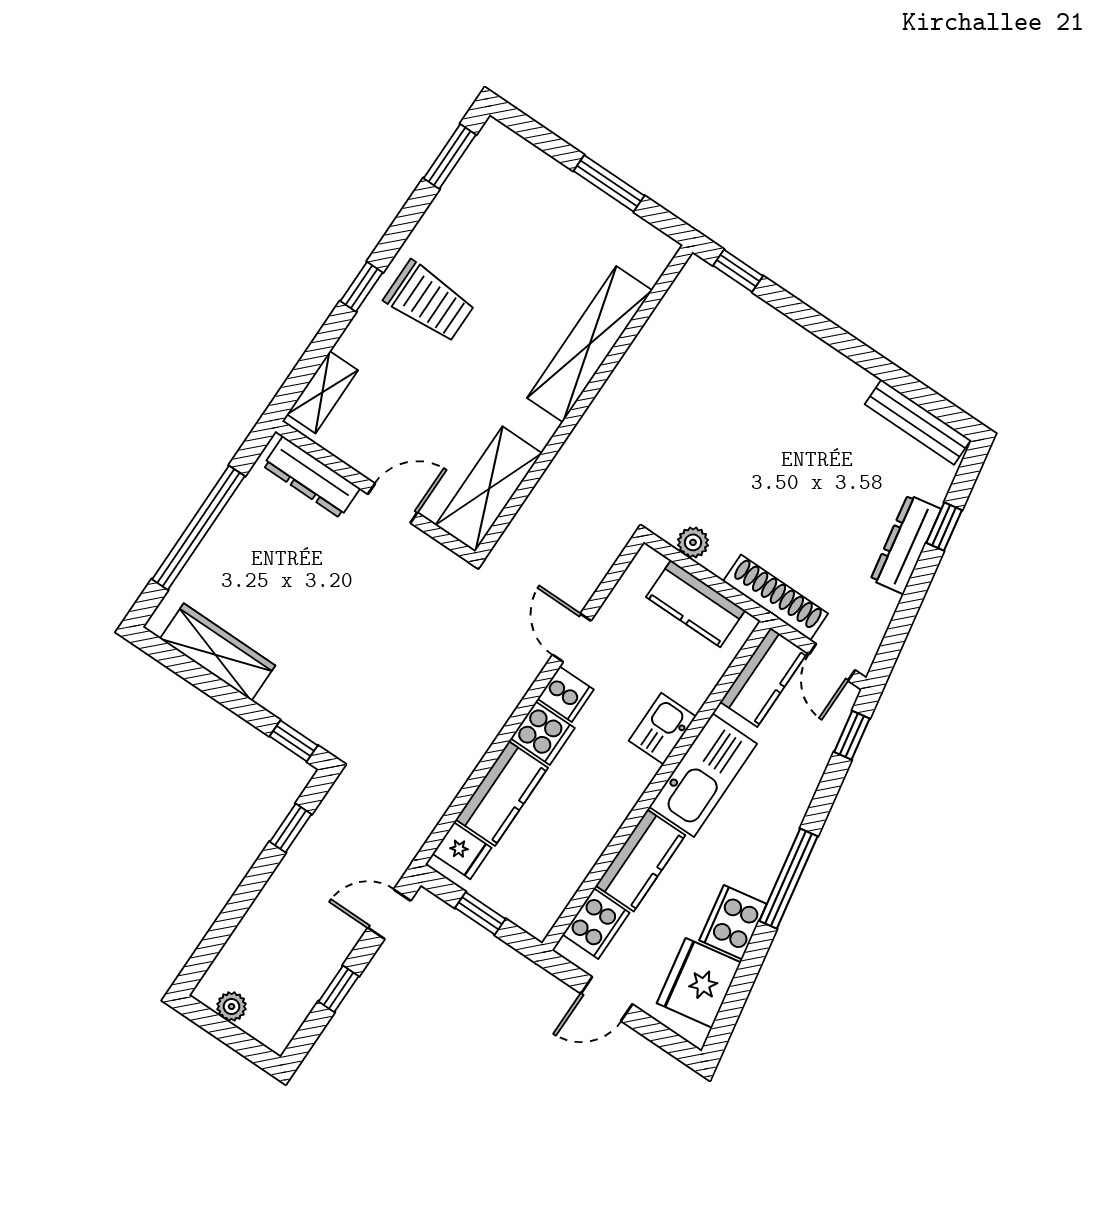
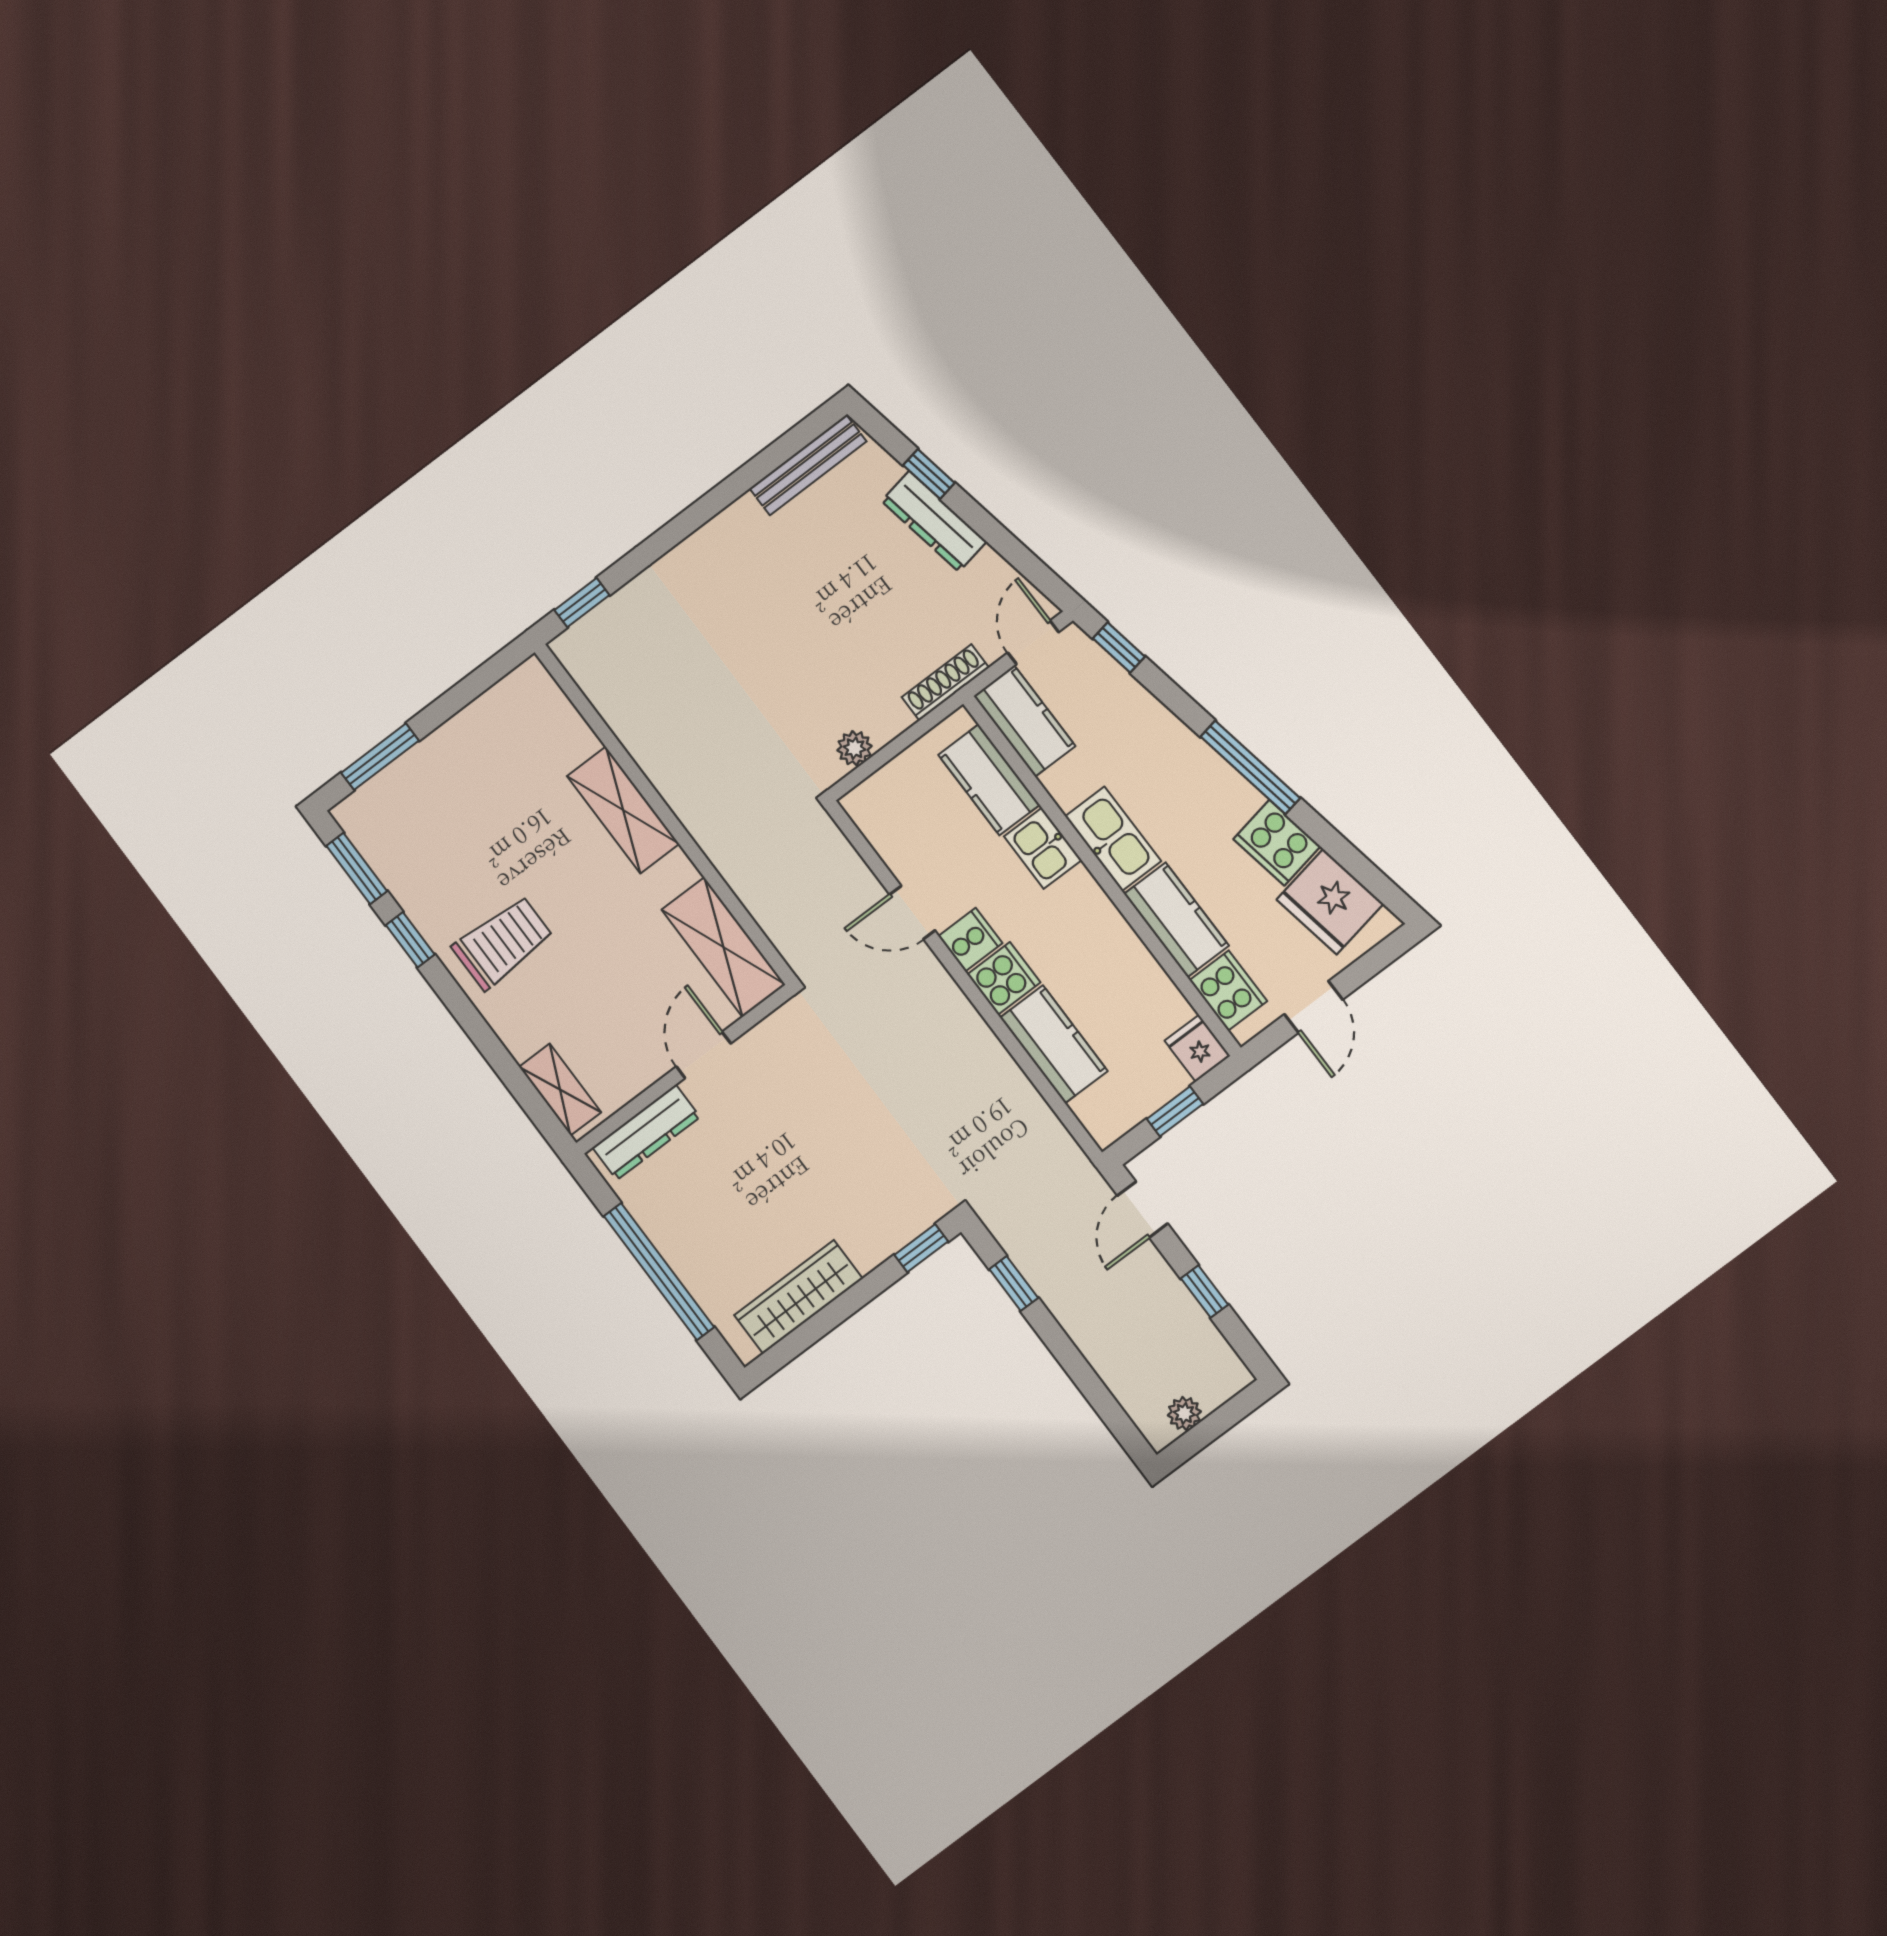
window: (609, 183) -> (380, 757), moved
window: (362, 287) -> (410, 940), moved
shelving: (590, 344) -> (623, 810), width x0.68
shoe rack: (776, 597) -> (945, 682), width x0.74, depth x0.81
kitchen counter: (696, 604) -> (989, 780), moved, turned 90
door: (832, 662) -> (1033, 642), swing flipped
kitchen sink: (703, 775) -> (1113, 839), width x0.73, depth x0.81
fridge: (462, 851) -> (1197, 1048), moved, turned -90

